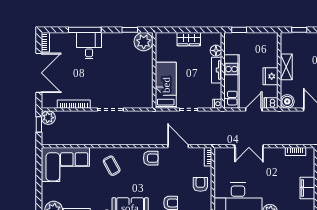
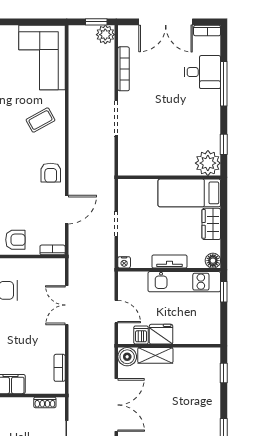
desk: (89, 46) -> (202, 72), moved
floor lamp: (216, 51) -> (213, 261), moved
shelving: (286, 67) -> (155, 355), moved
kitchen unit: (232, 81) -> (184, 282), moved
bed: (166, 85) -> (189, 193), moved, turned 180
dishwasher: (271, 103) -> (141, 335), moved

